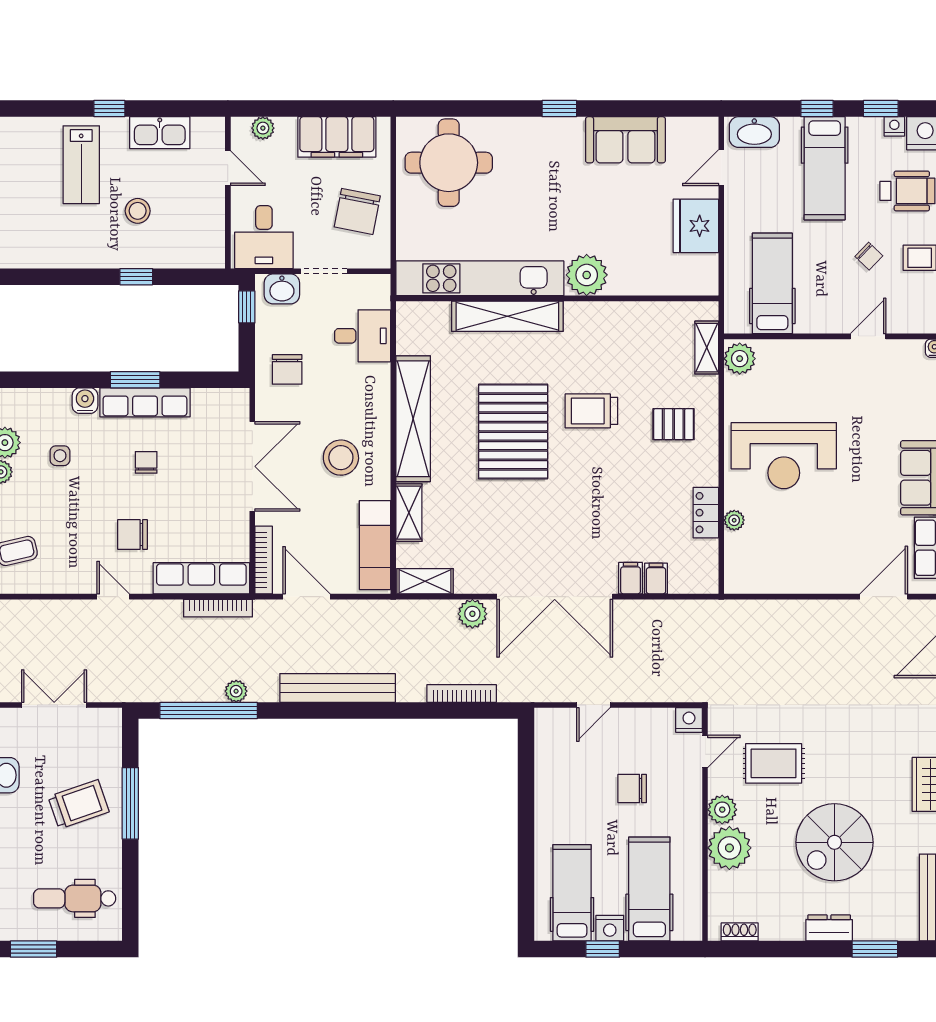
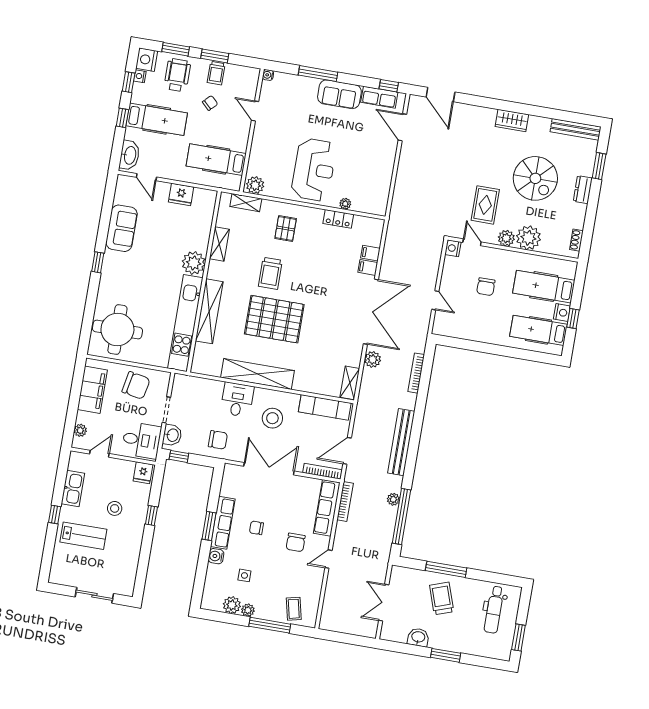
fridge: (696, 226) -> (181, 194), width x0.73, depth x0.75
fridge: (208, 249) -> (143, 473), added
desk: (363, 336) -> (237, 400), moved
shelving: (409, 513) -> (219, 244), moved, turned 90

